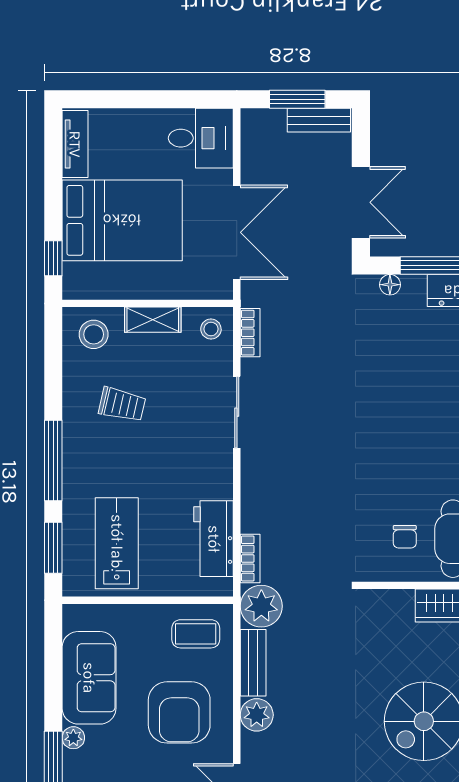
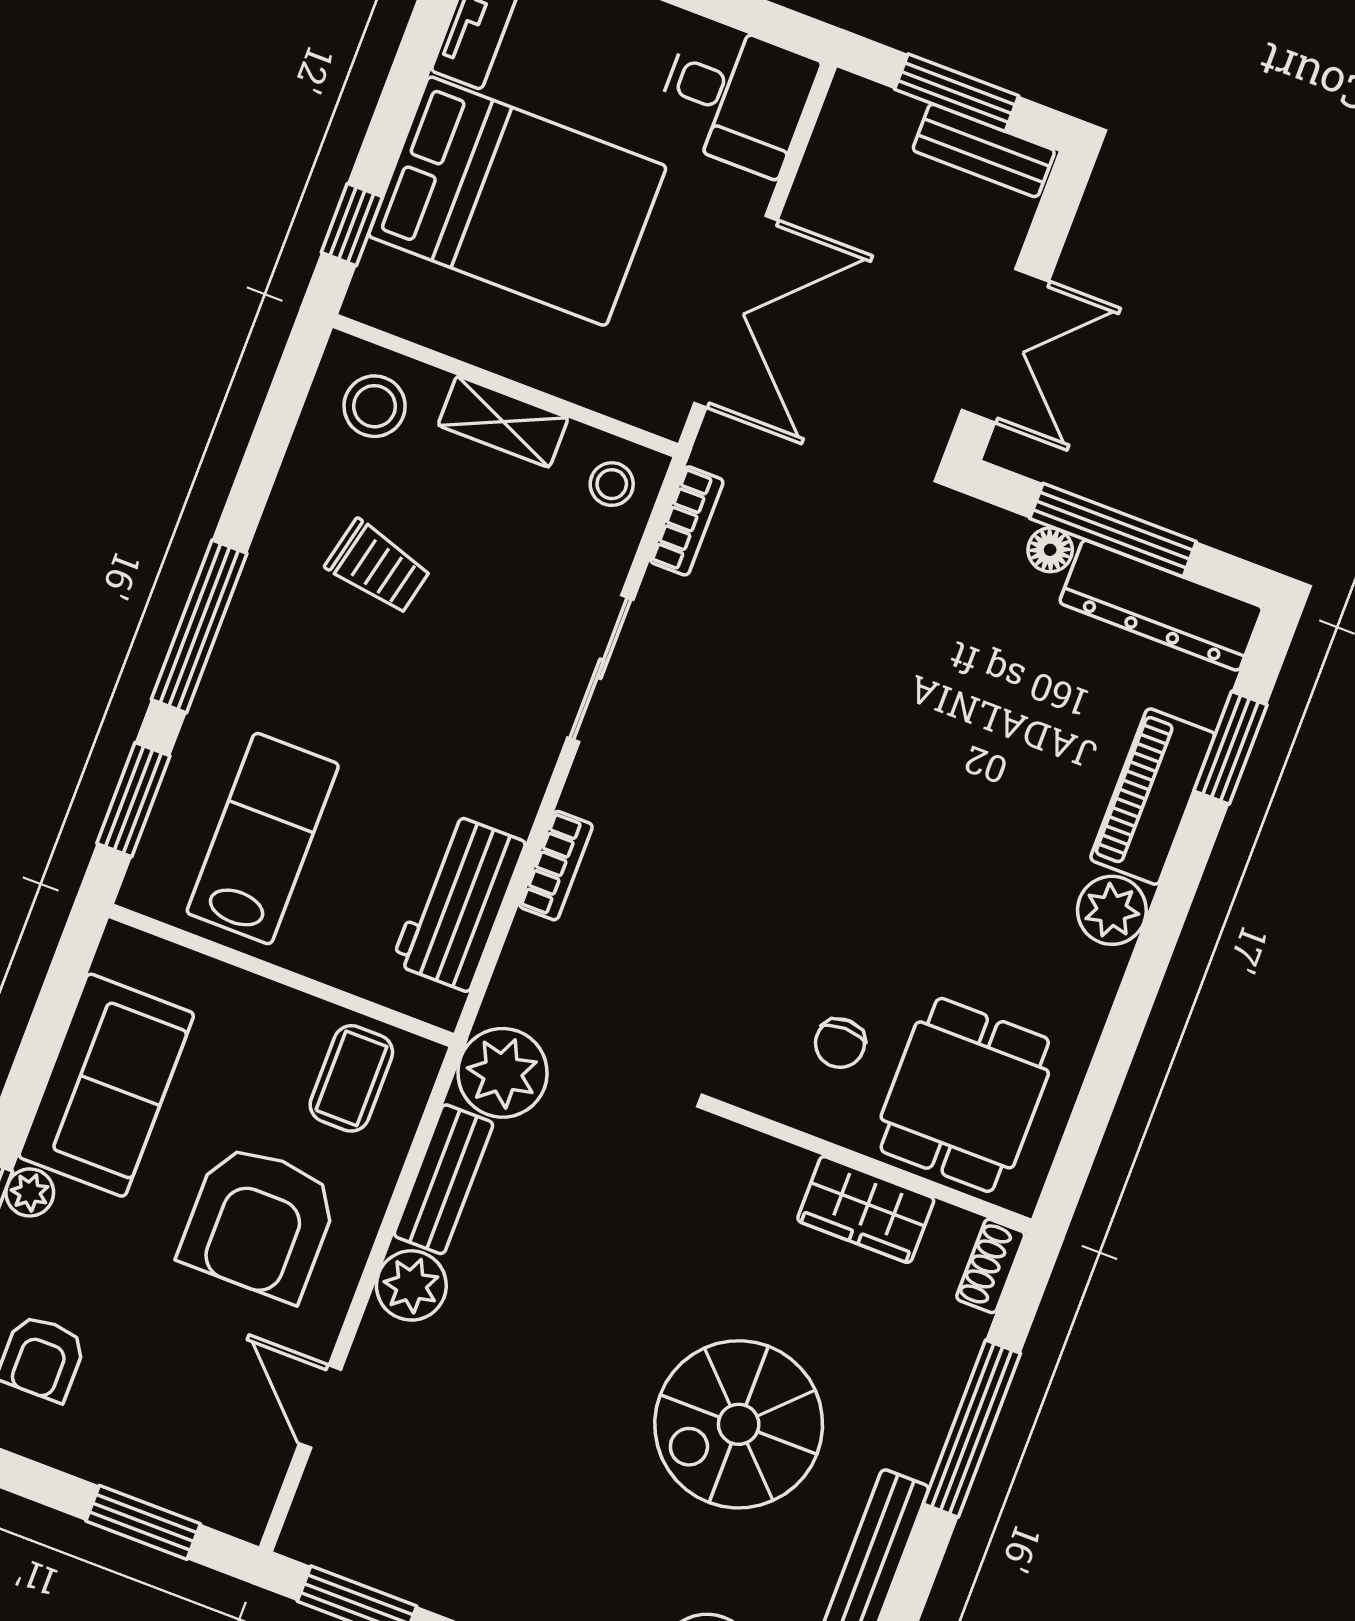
floor lamp: (390, 285) -> (1050, 550), moved
bookcase: (250, 558) -> (556, 866), moved
coffee table: (196, 634) -> (351, 1078), turned 90

